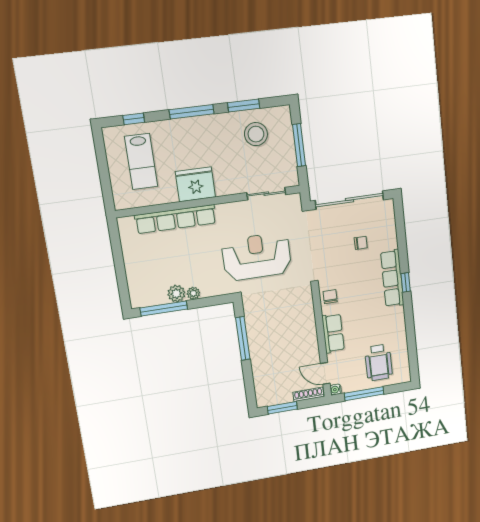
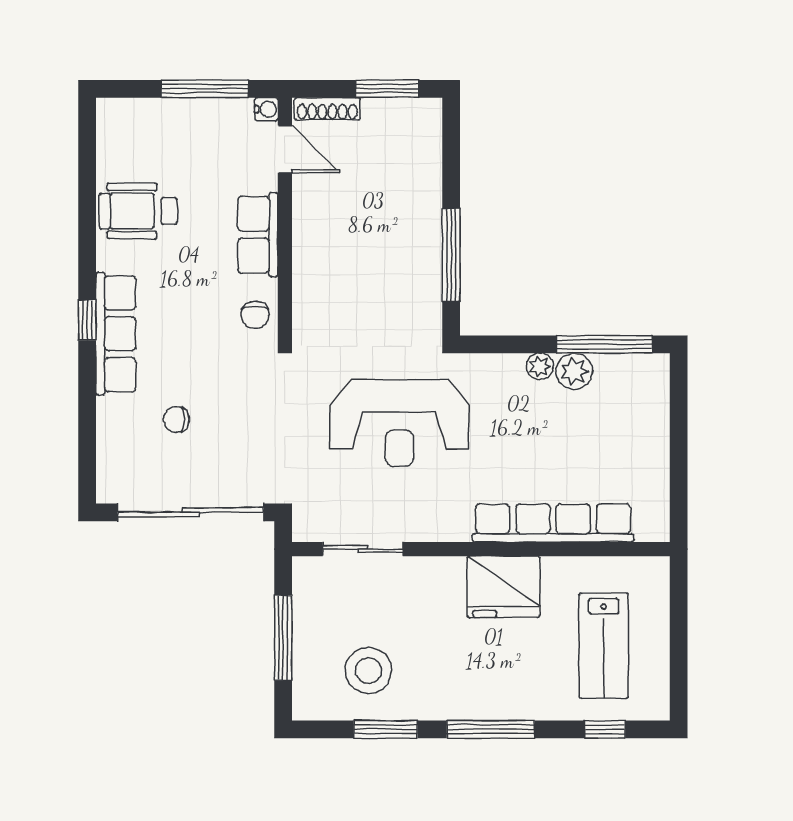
lab bench: (141, 161) -> (604, 646), turned 180
wheelchair: (379, 362) -> (138, 211), moved, turned -90

